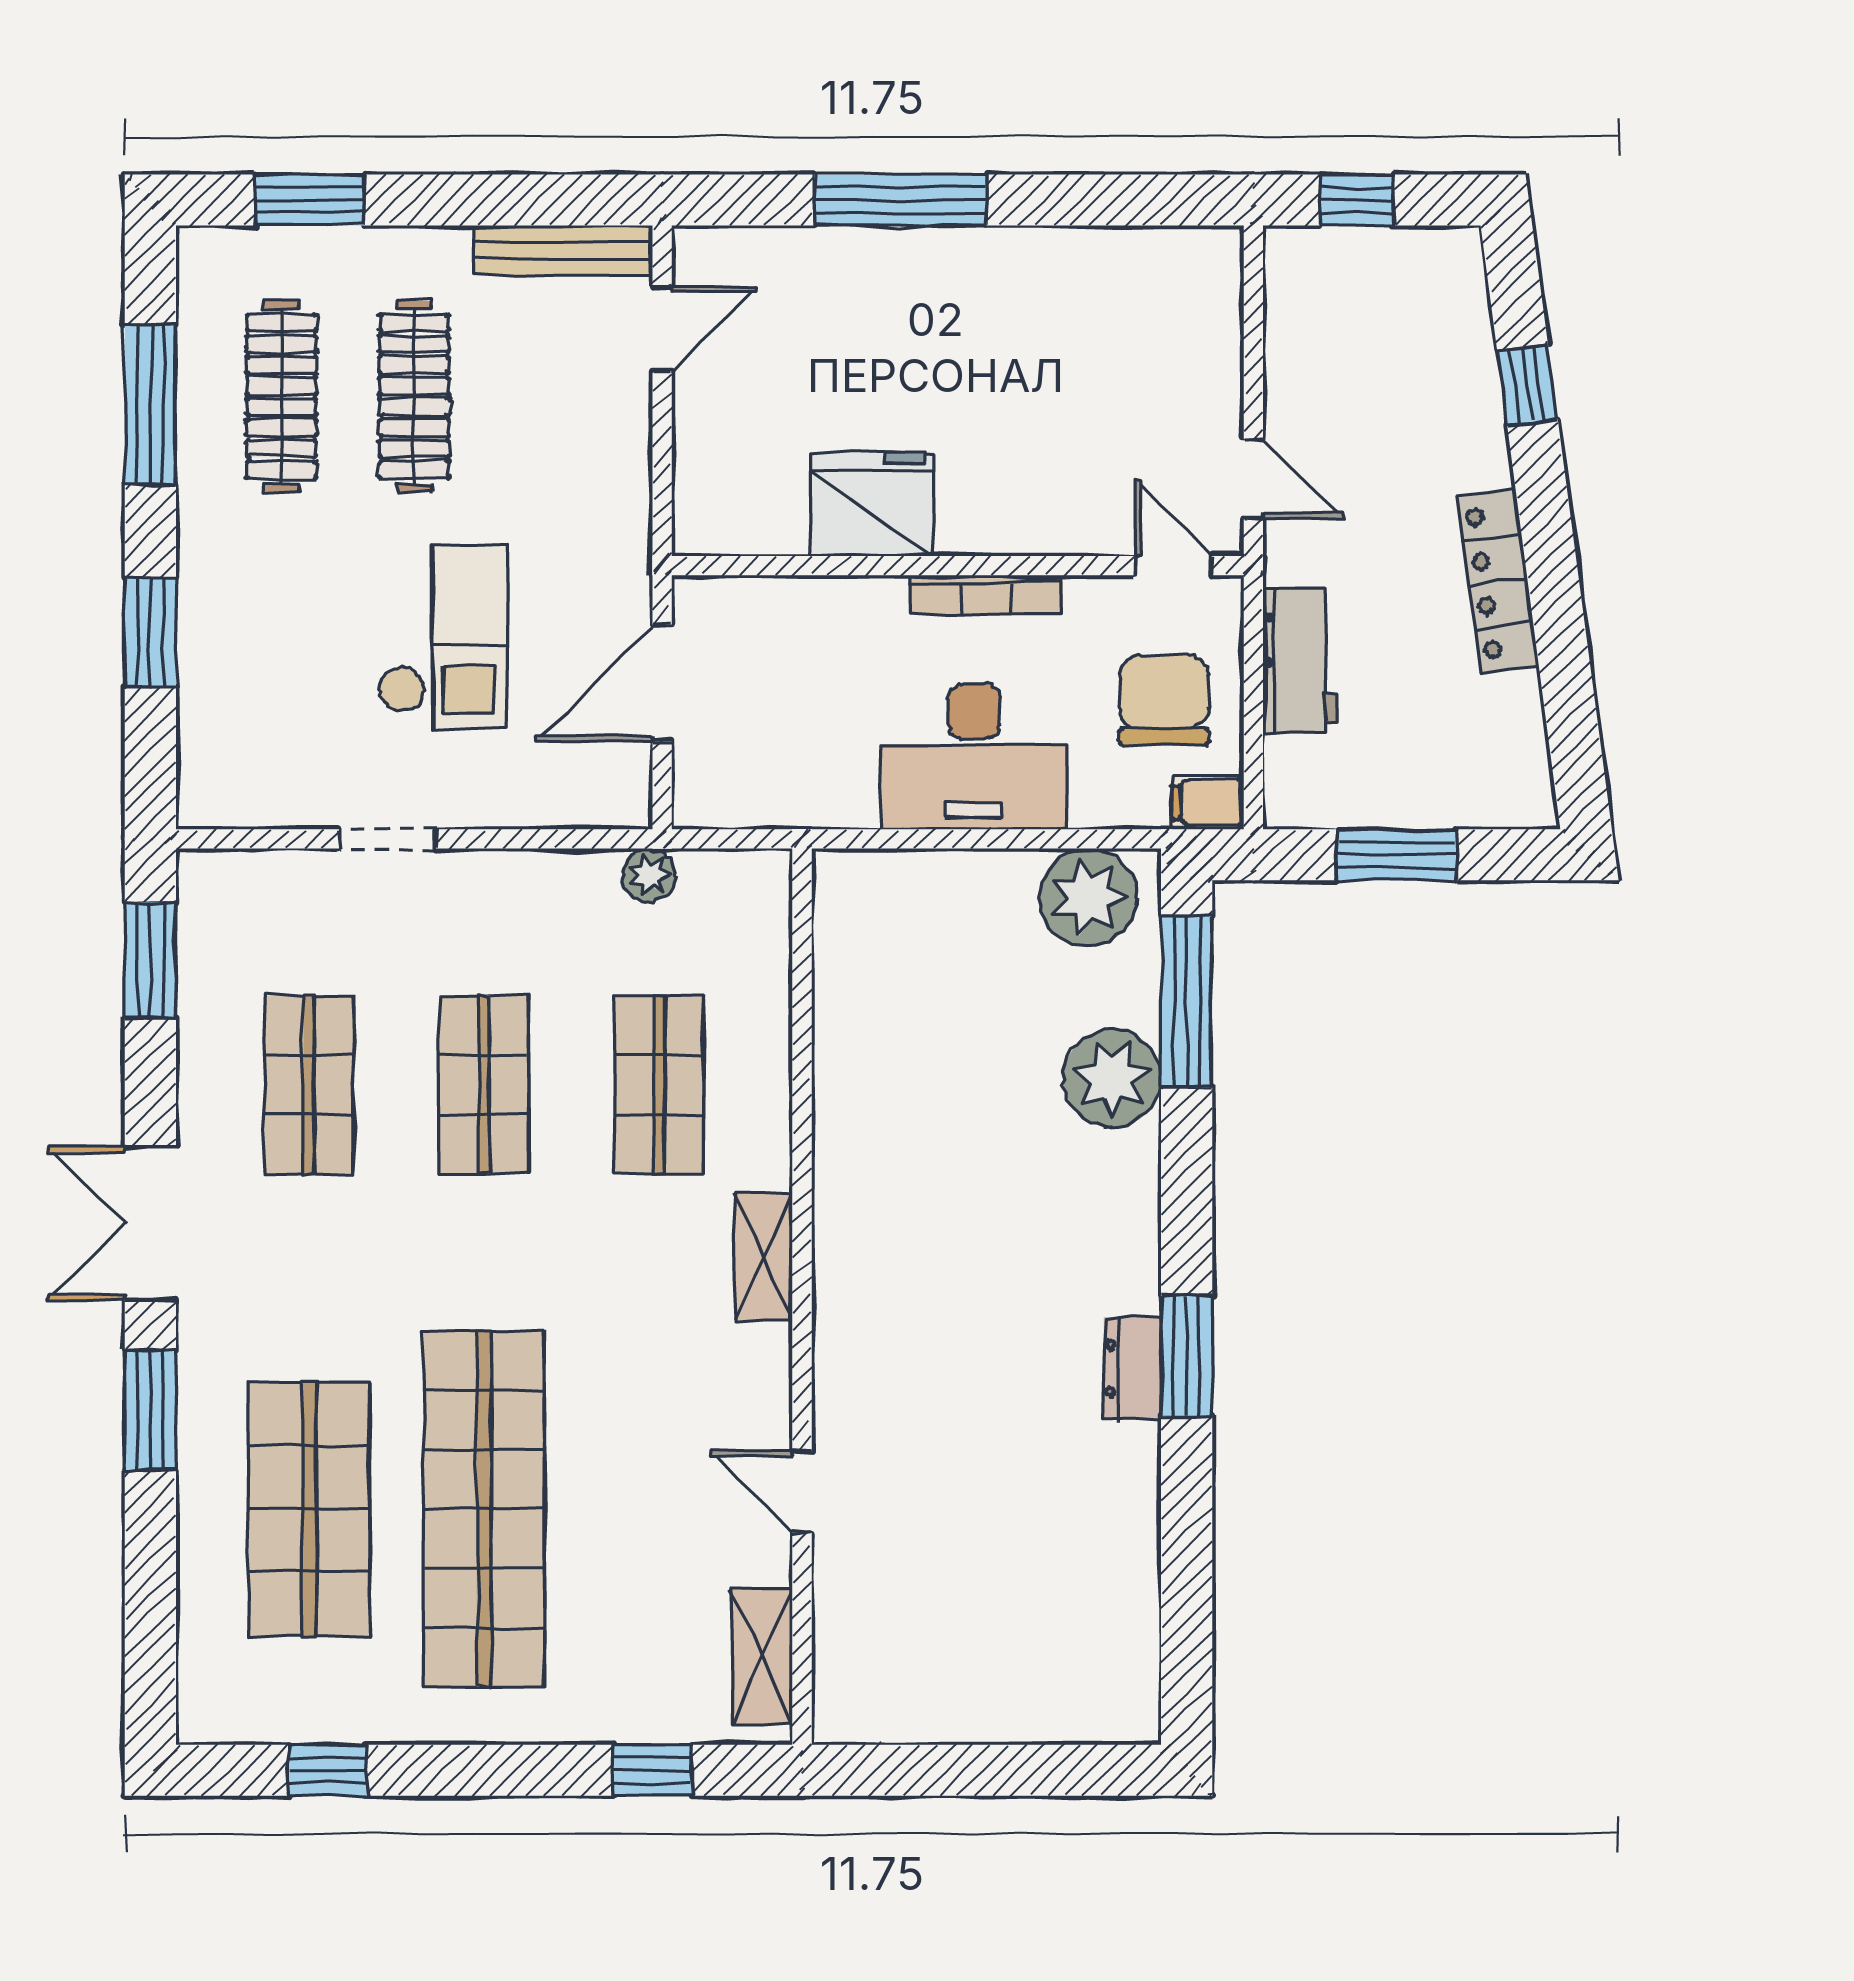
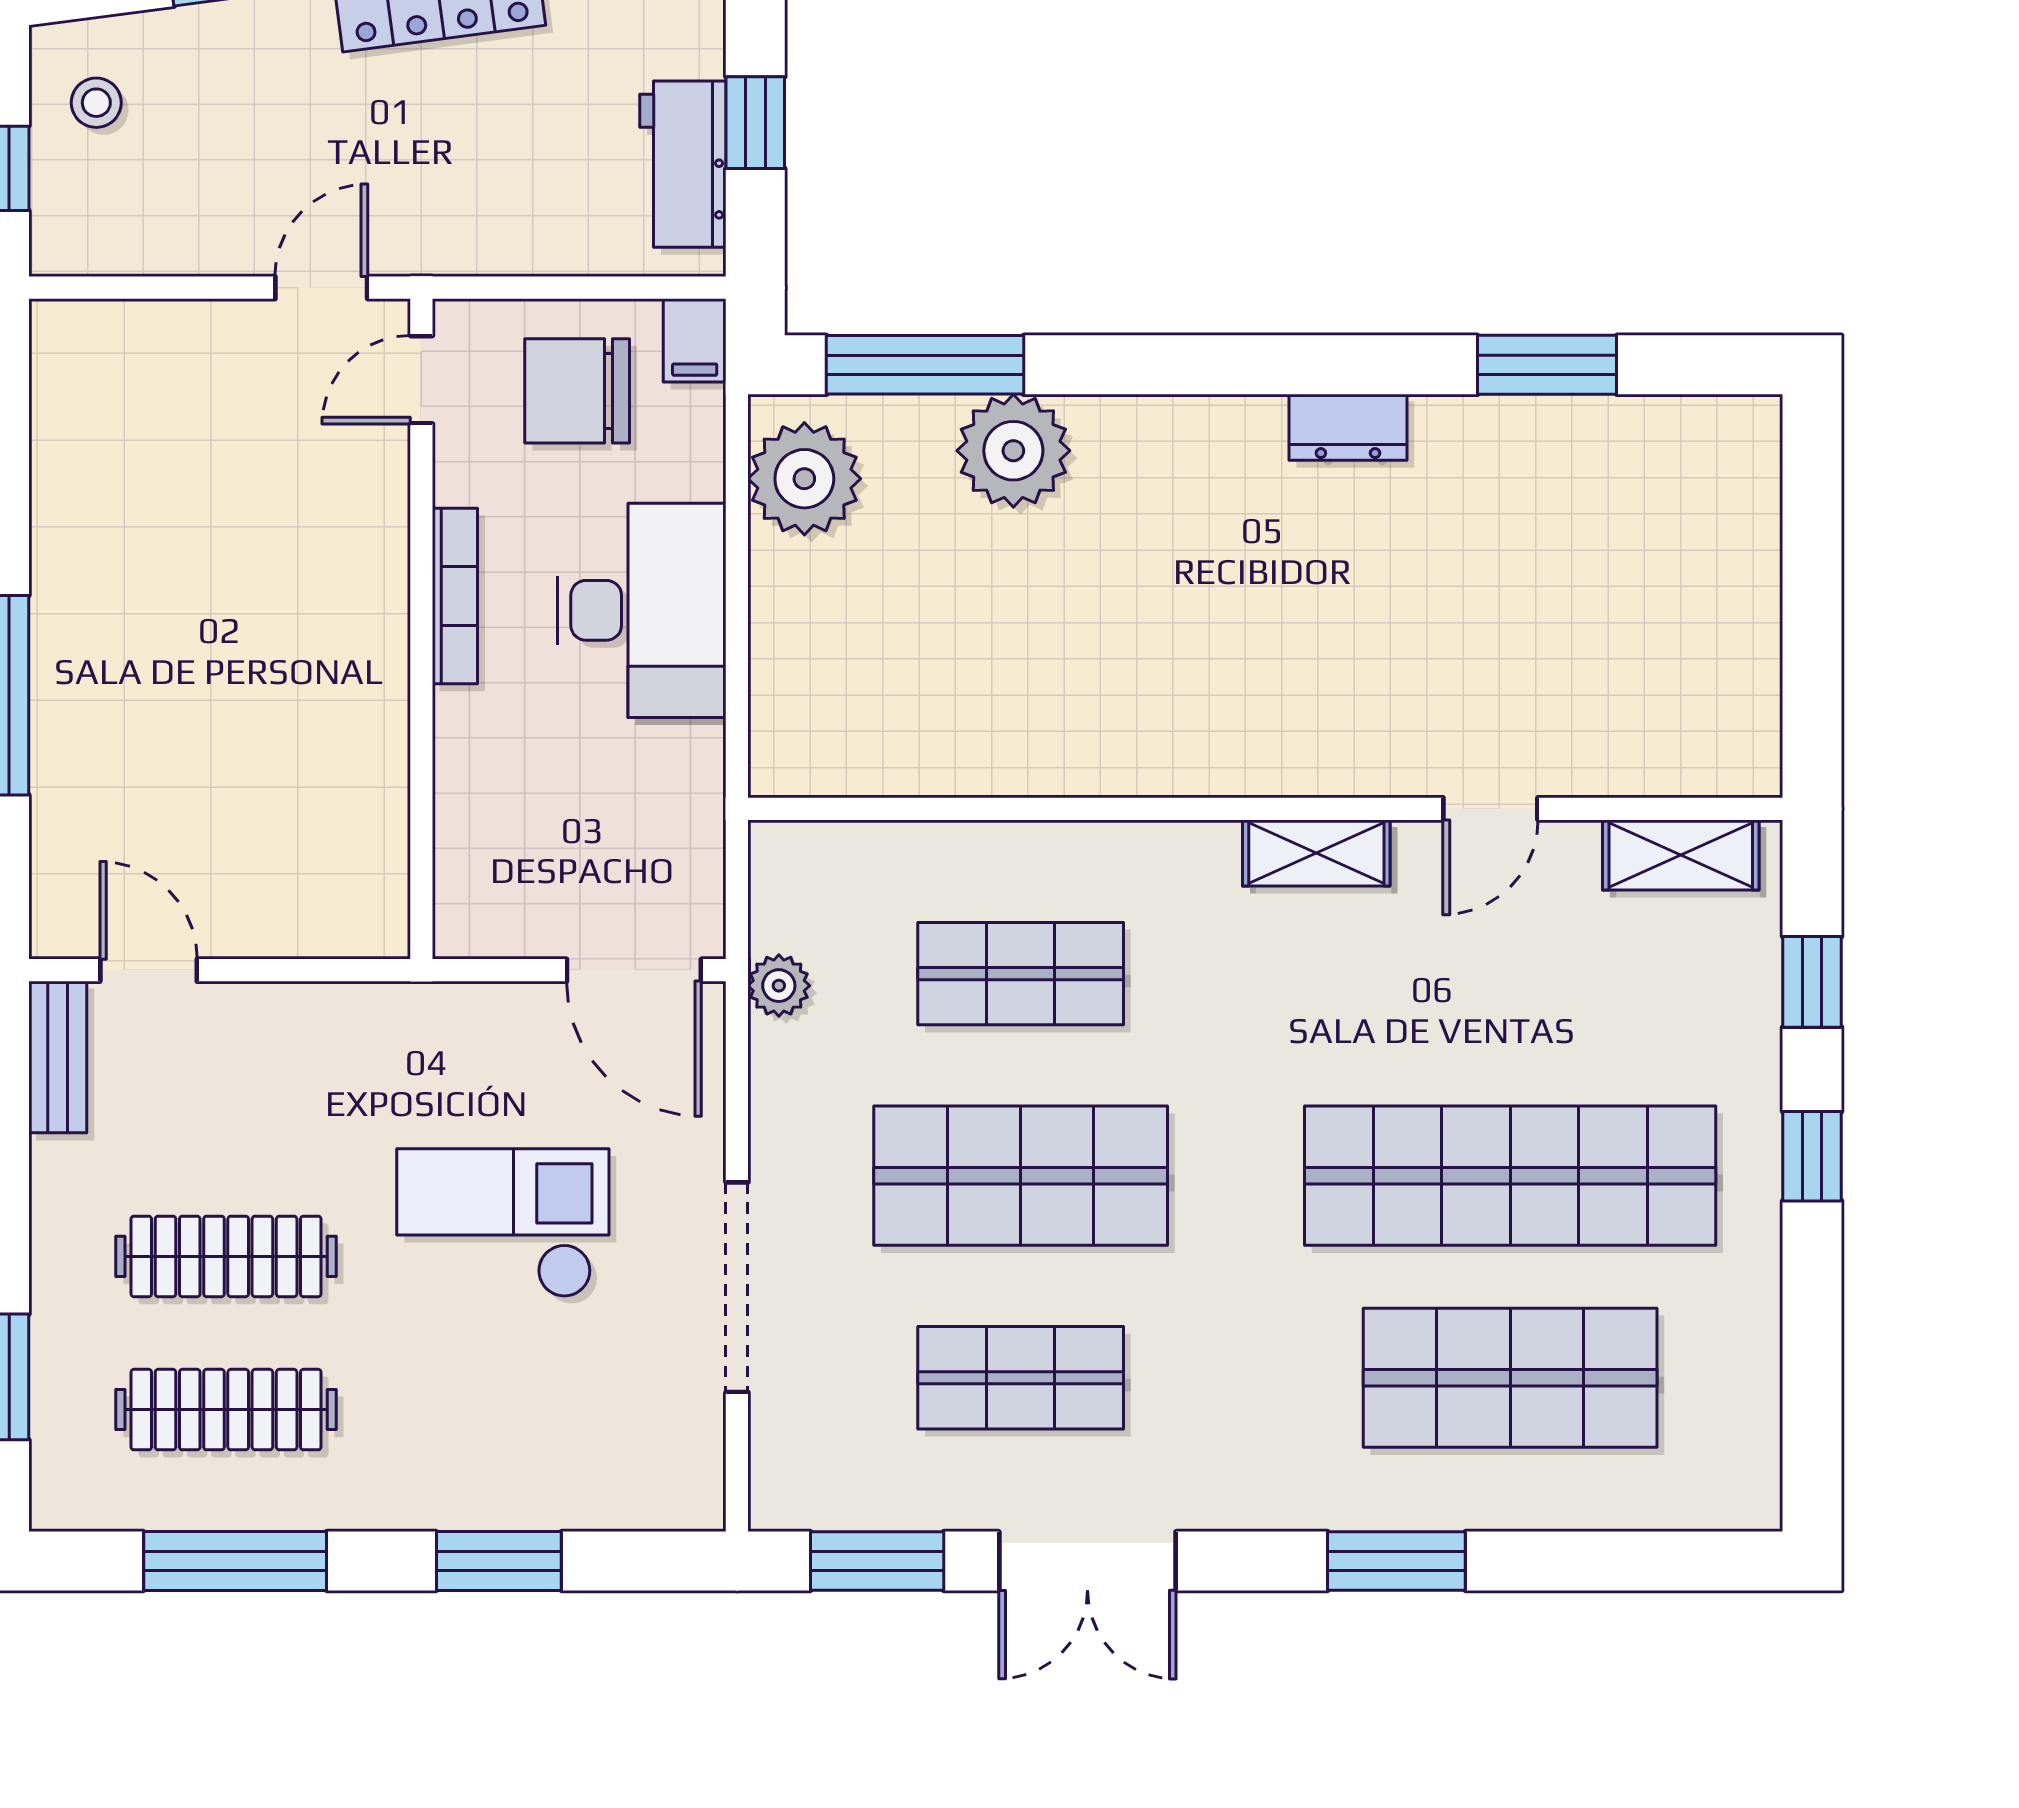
bench: (563, 251) -> (58, 1057), width x0.73
stool: (1414, 284) -> (96, 103), added
fridge: (872, 504) -> (350, 728), removed
workbench: (1300, 662) -> (683, 164), moved, turned -90
door: (662, 683) -> (634, 970), moved
doorway: (388, 839) -> (737, 1287), width x1.88
window: (1396, 855) -> (755, 123), width x0.67
shop shelf: (484, 1085) -> (1021, 1176), width x1.43, depth x1.36
double door: (150, 1223) -> (1087, 1561), moved
shelving: (764, 1257) -> (1316, 853), moved
window: (1187, 1355) -> (1547, 365), moved
window: (328, 1770) -> (1812, 1156), moved

